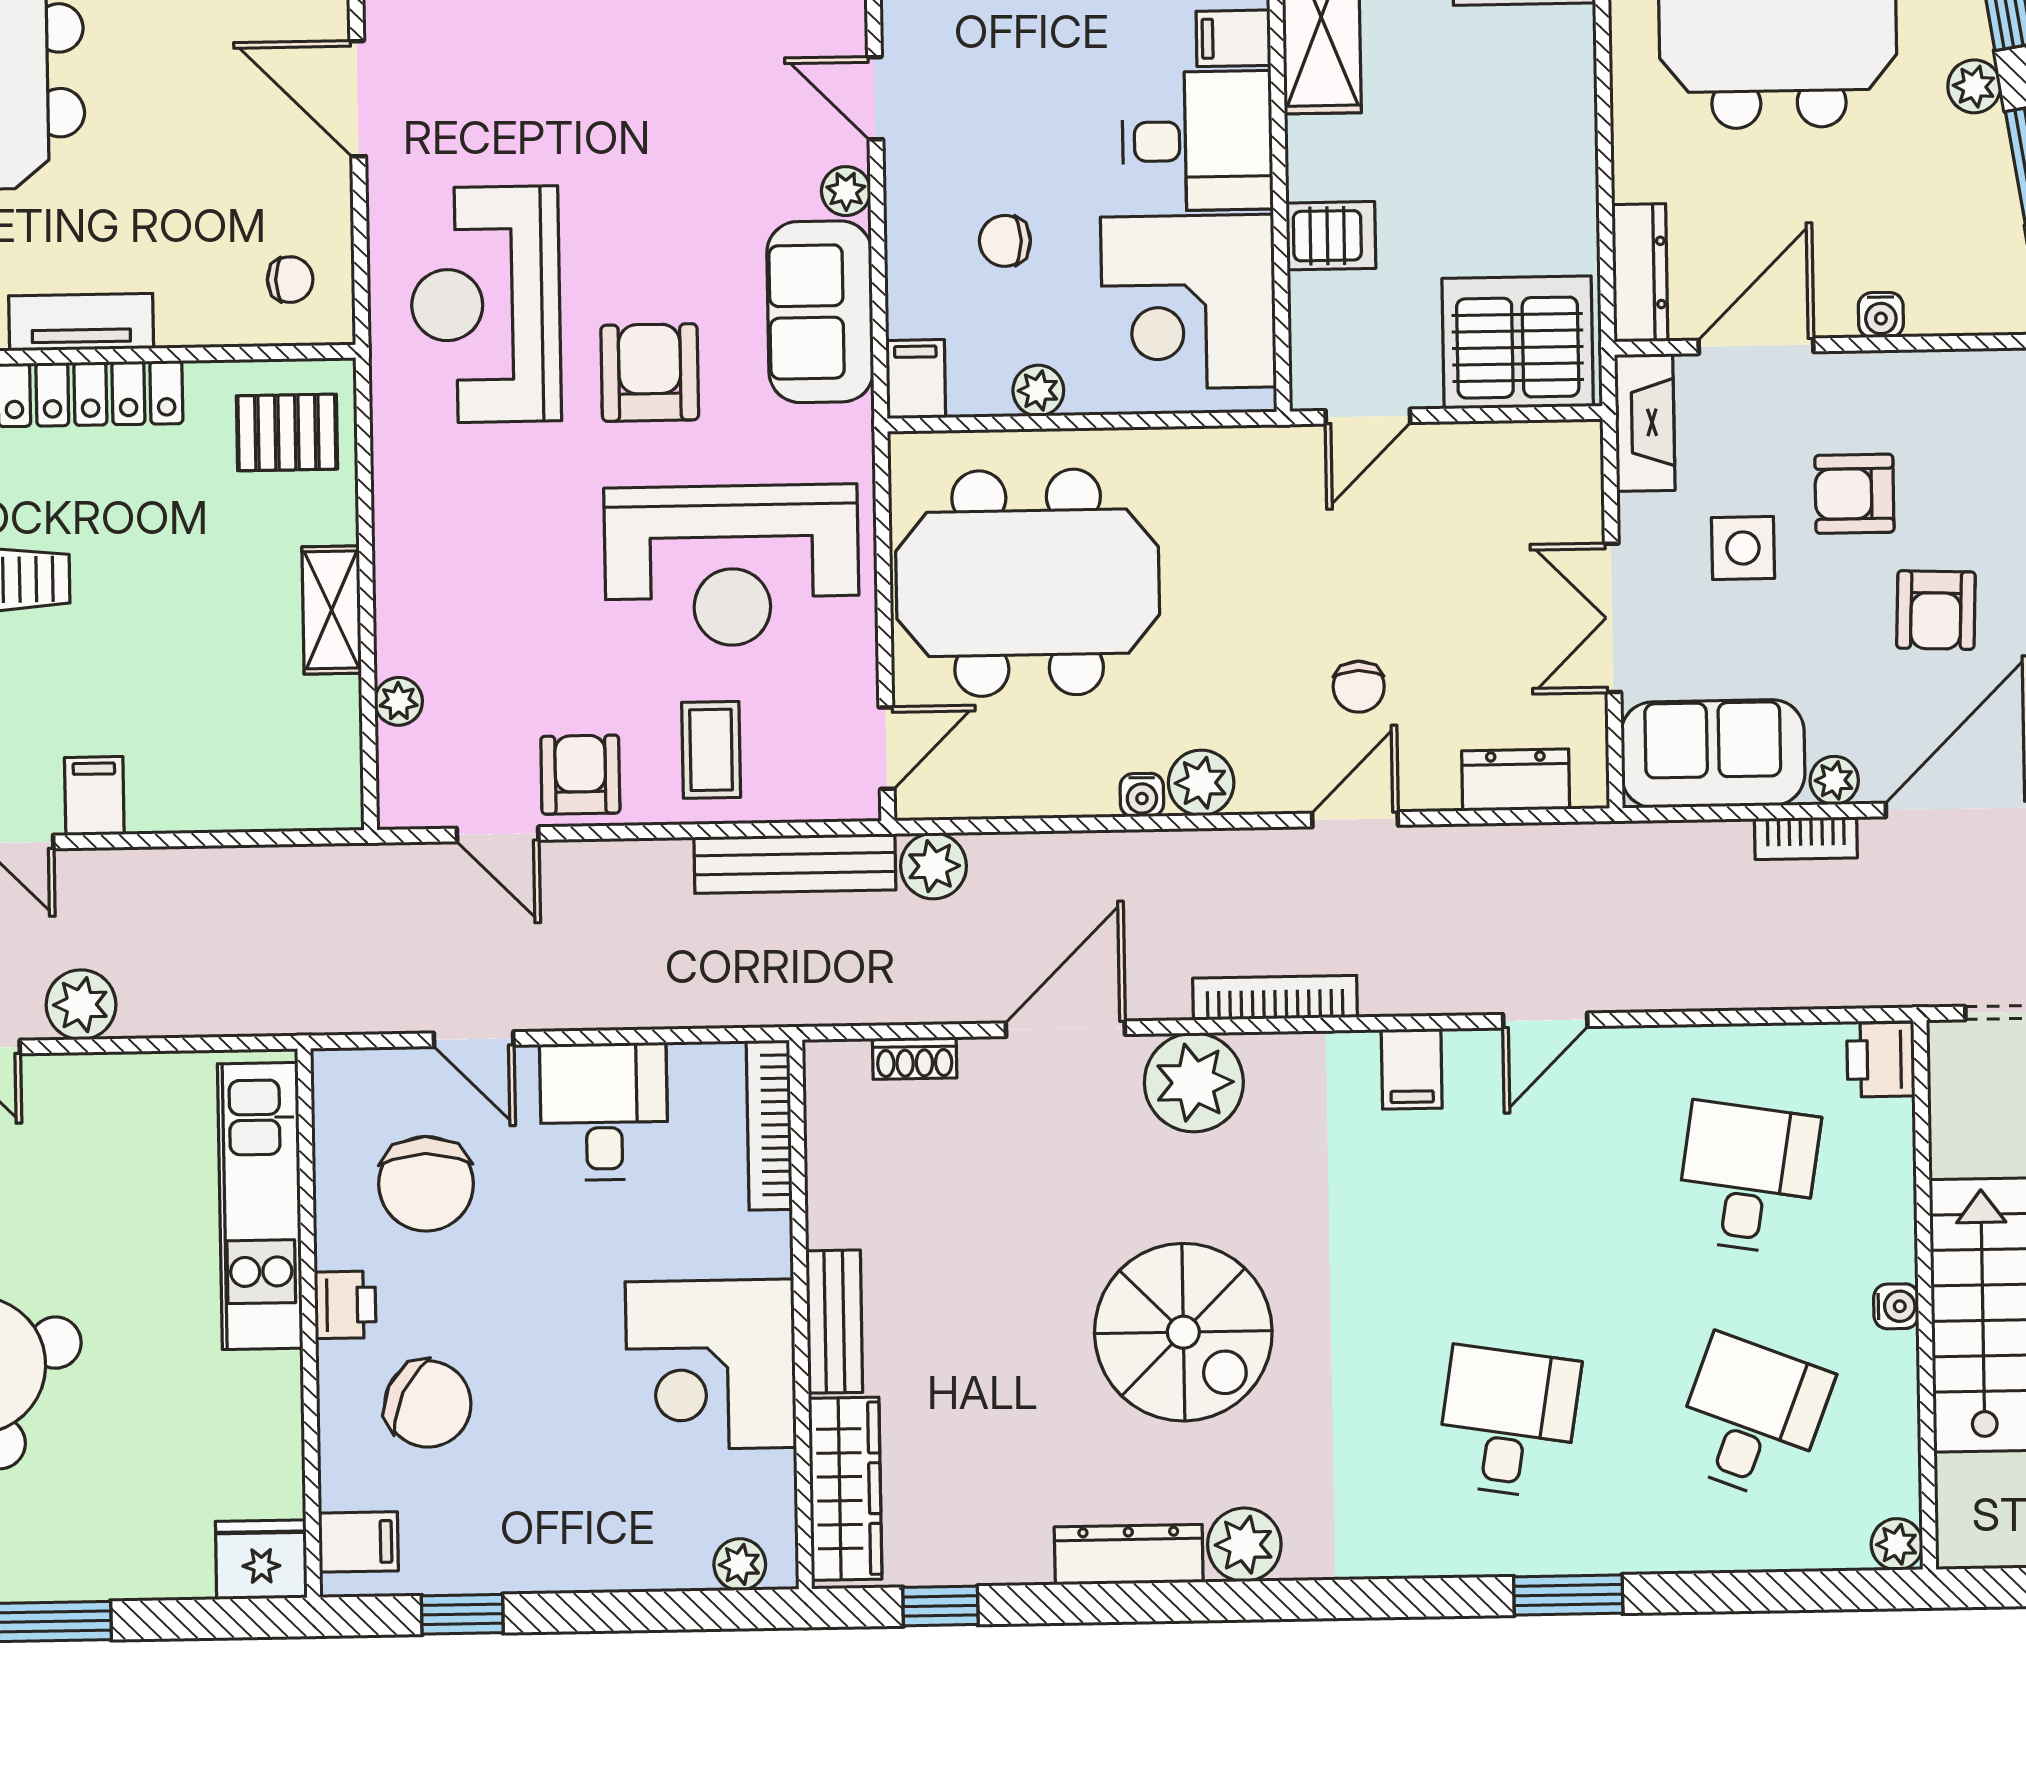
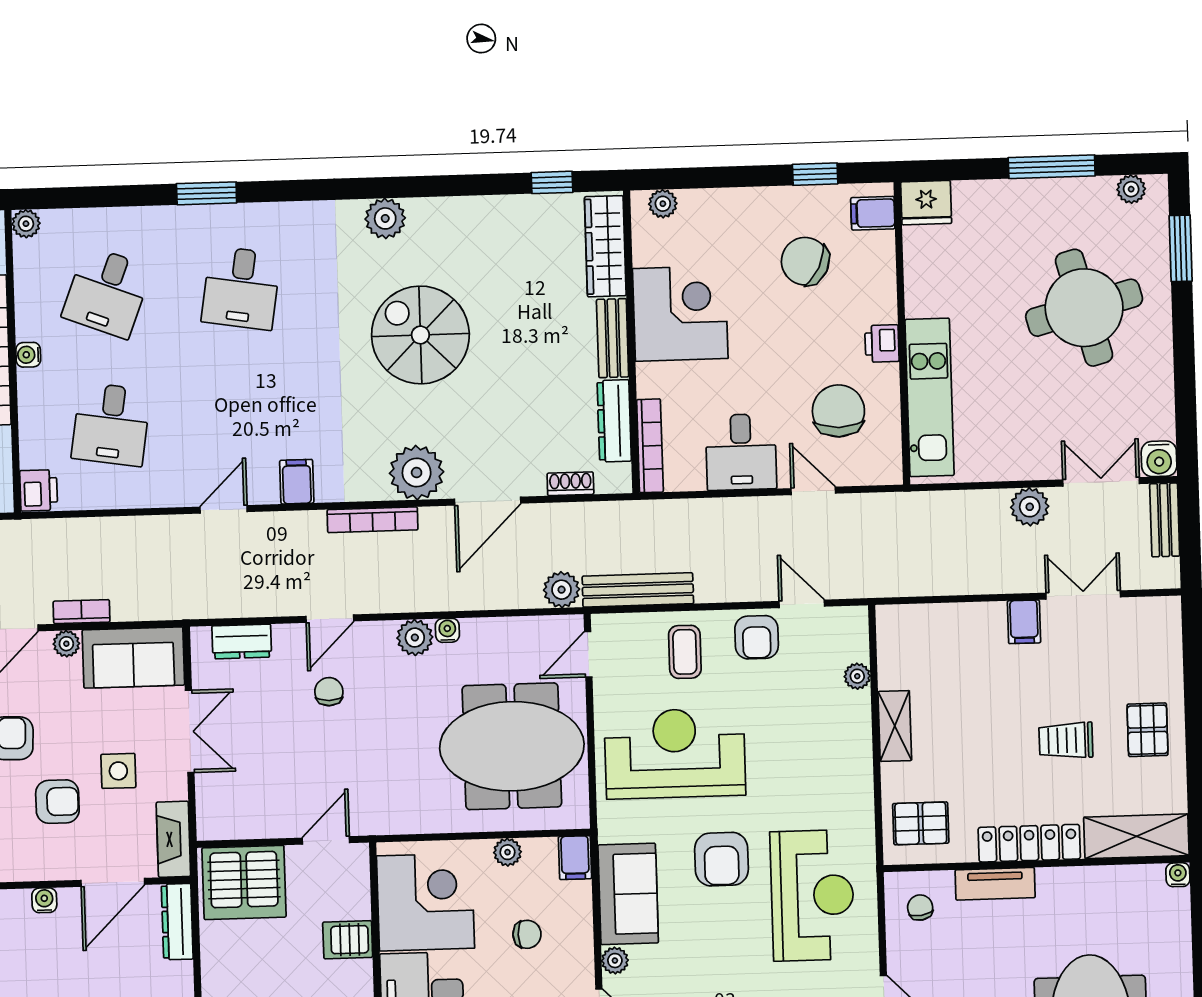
chair: (290, 280) -> (920, 908), turned 81
tv unit: (81, 322) -> (995, 884), moved
chair: (428, 1404) -> (805, 261), moved
dresser: (1129, 1555) -> (614, 421), moved, turned 90

